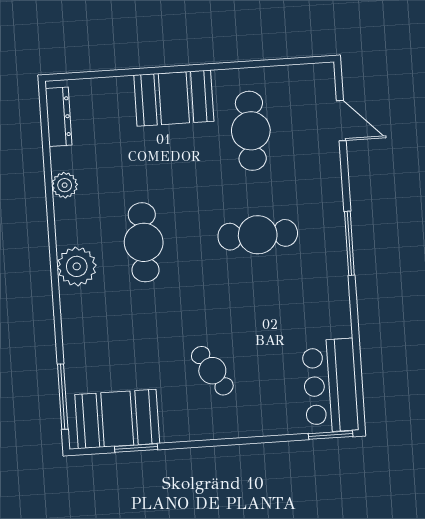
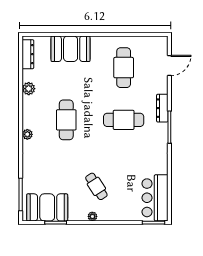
booth: (174, 98) -> (71, 49), moved
door: (341, 121) -> (169, 65), hinge flipped
dresser: (333, 206) -> (162, 108), added
plant: (77, 266) -> (27, 134), width x0.53, depth x0.53
plant: (208, 431) -> (92, 216), added

